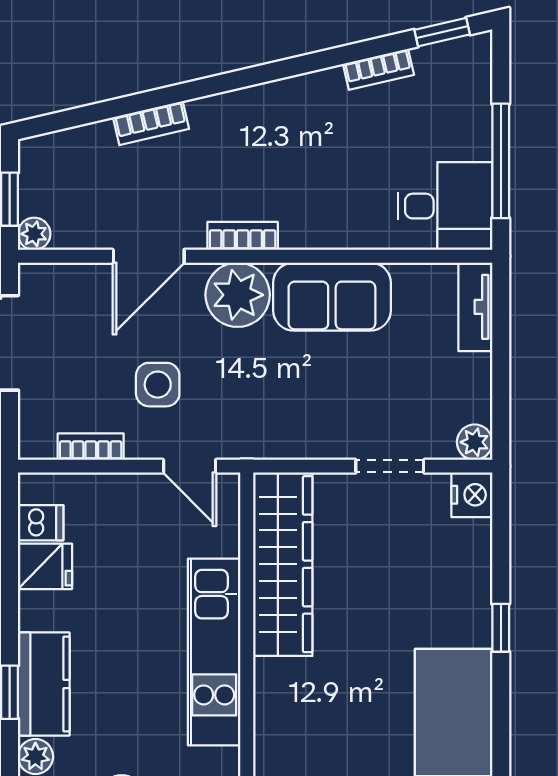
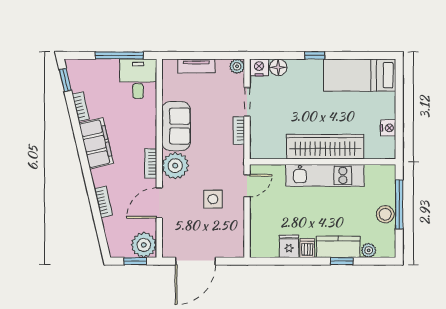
filing cabinet: (291, 106) -> (96, 143), added
plant: (34, 234) -> (144, 245), width x1.88, depth x1.88
door: (149, 256) -> (159, 203), swing flipped
tv unit: (475, 307) -> (196, 66), moved
bookcase: (91, 447) -> (239, 131), moved
dishwasher: (41, 523) -> (307, 248), moved
floor lamp: (472, 541) -> (278, 67), added
wardrobe: (283, 564) -> (325, 147), moved

